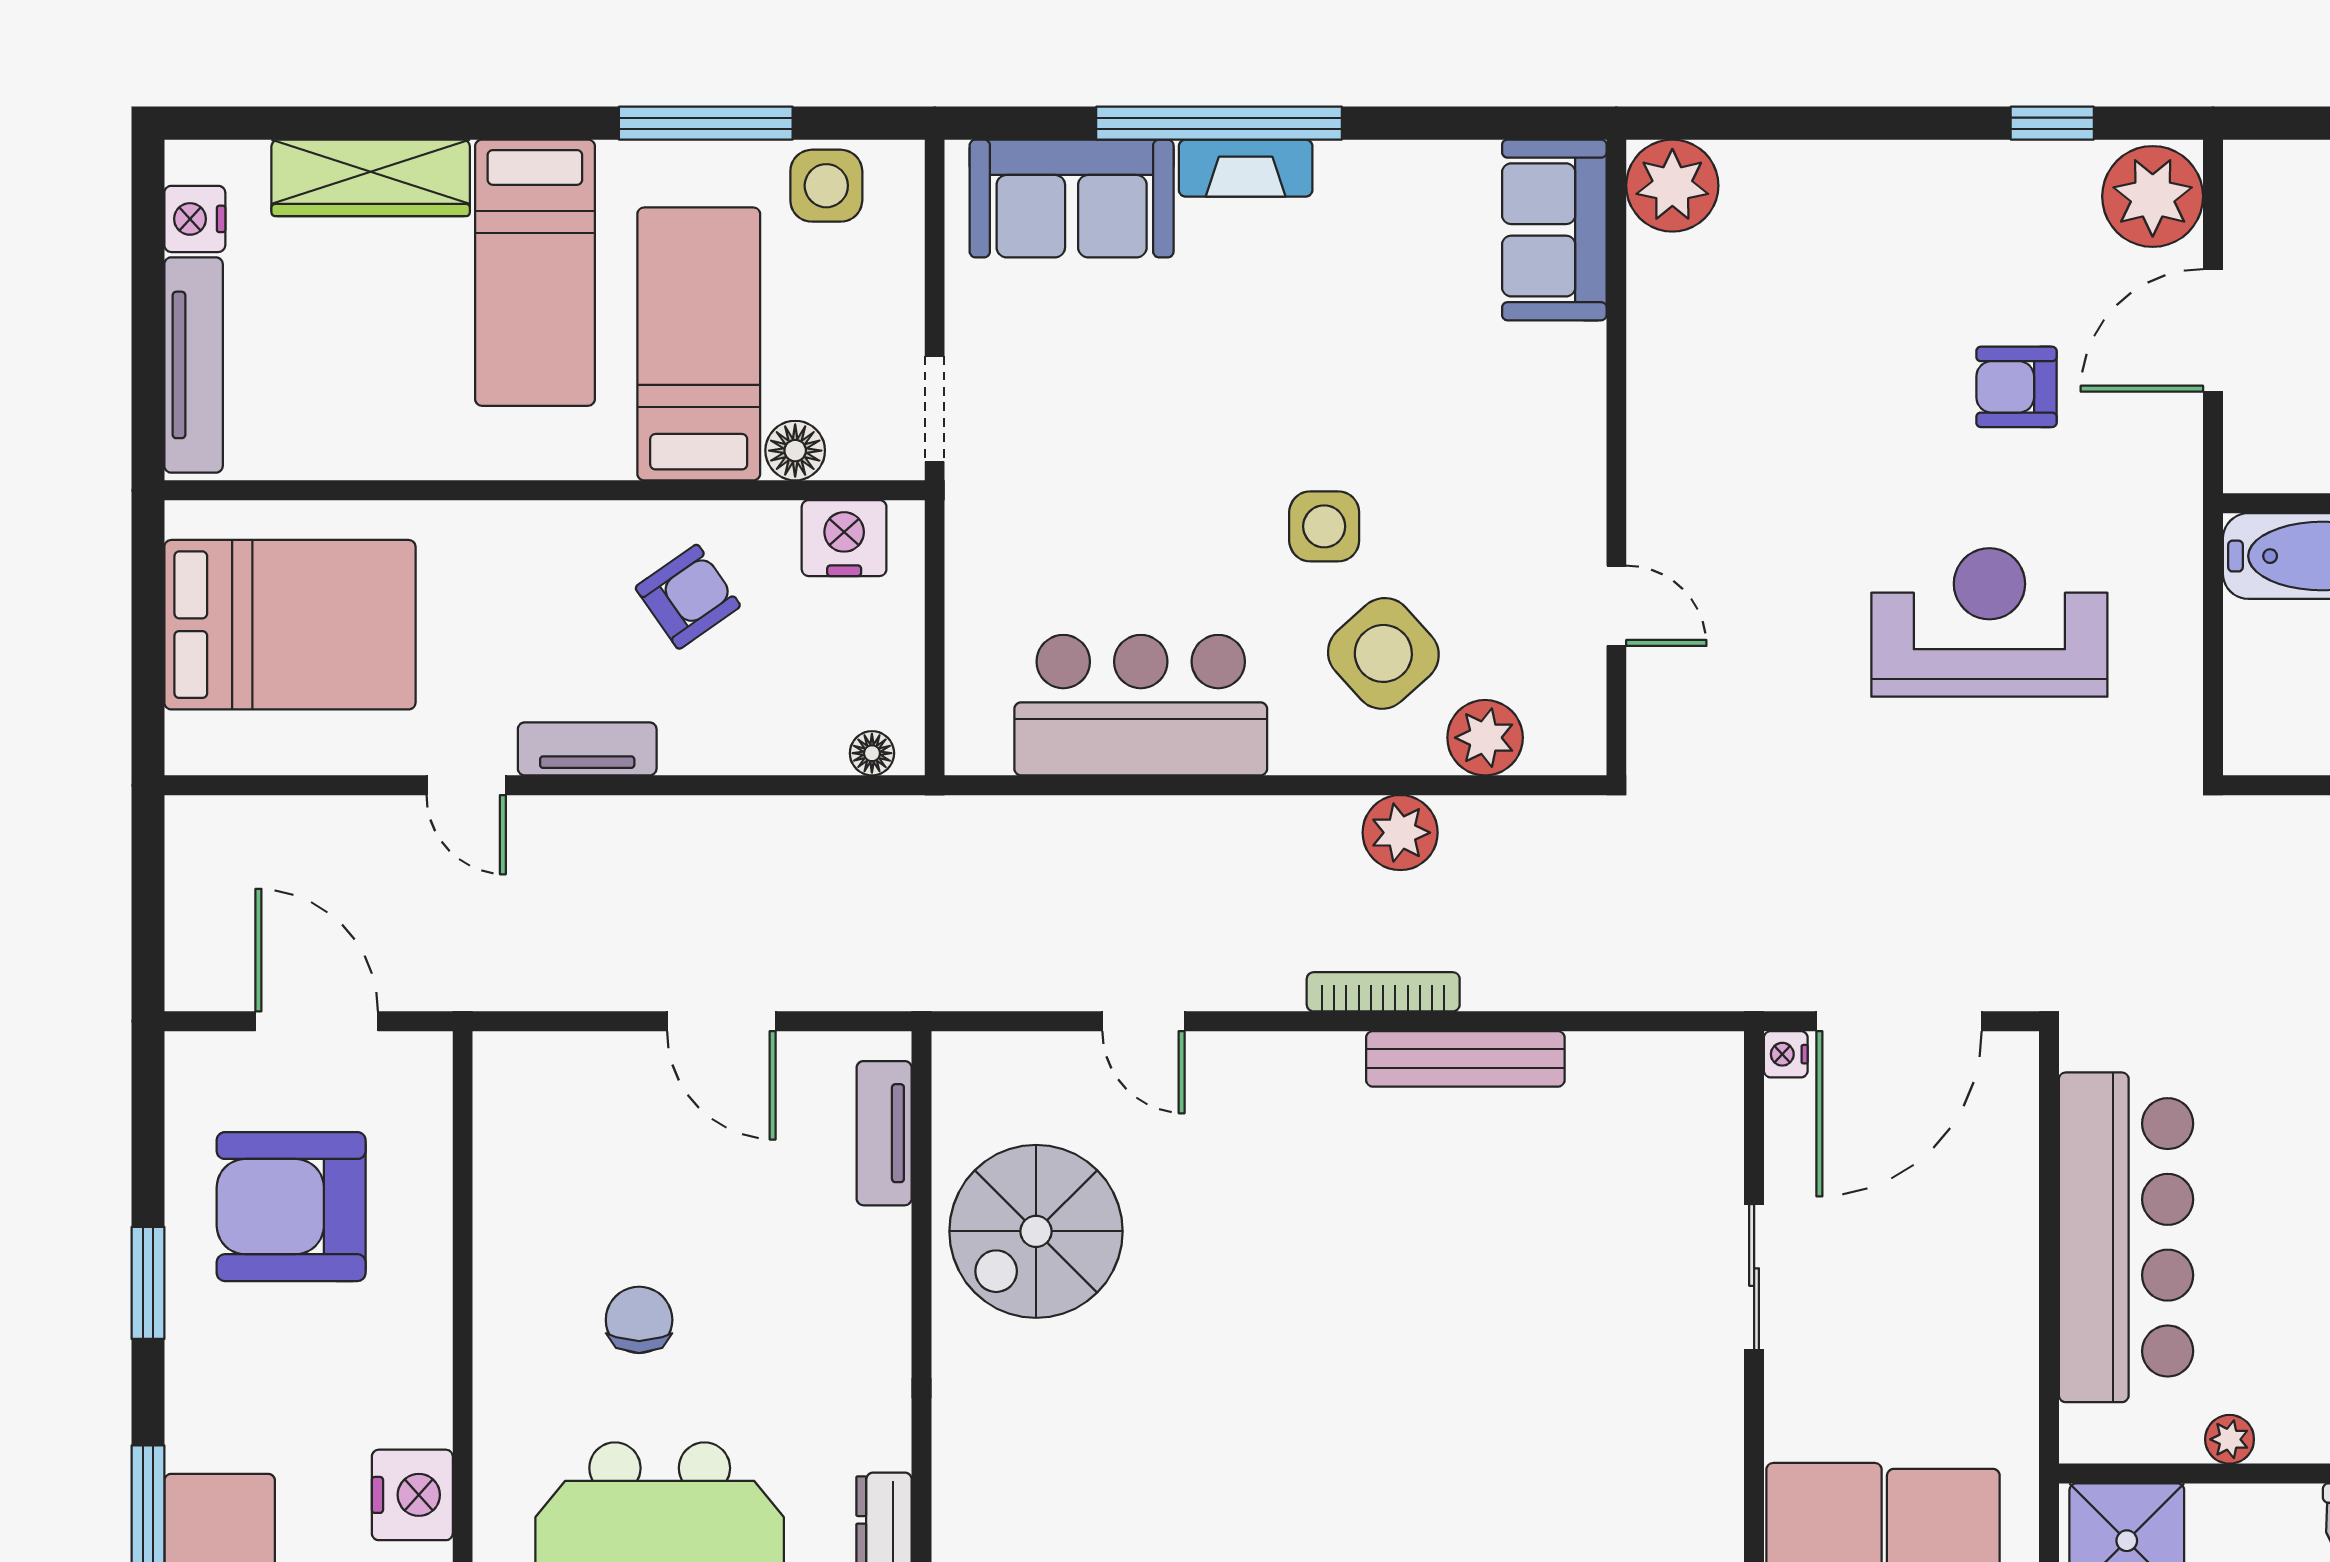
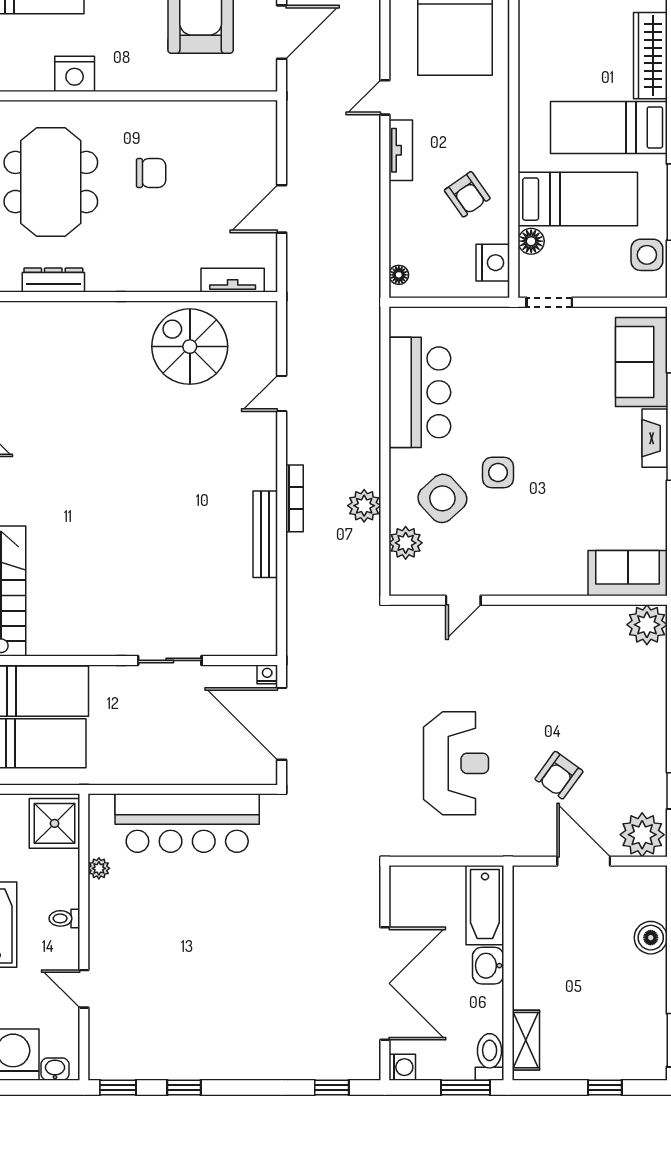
armchair: (2016, 387) -> (559, 775), turned -144

